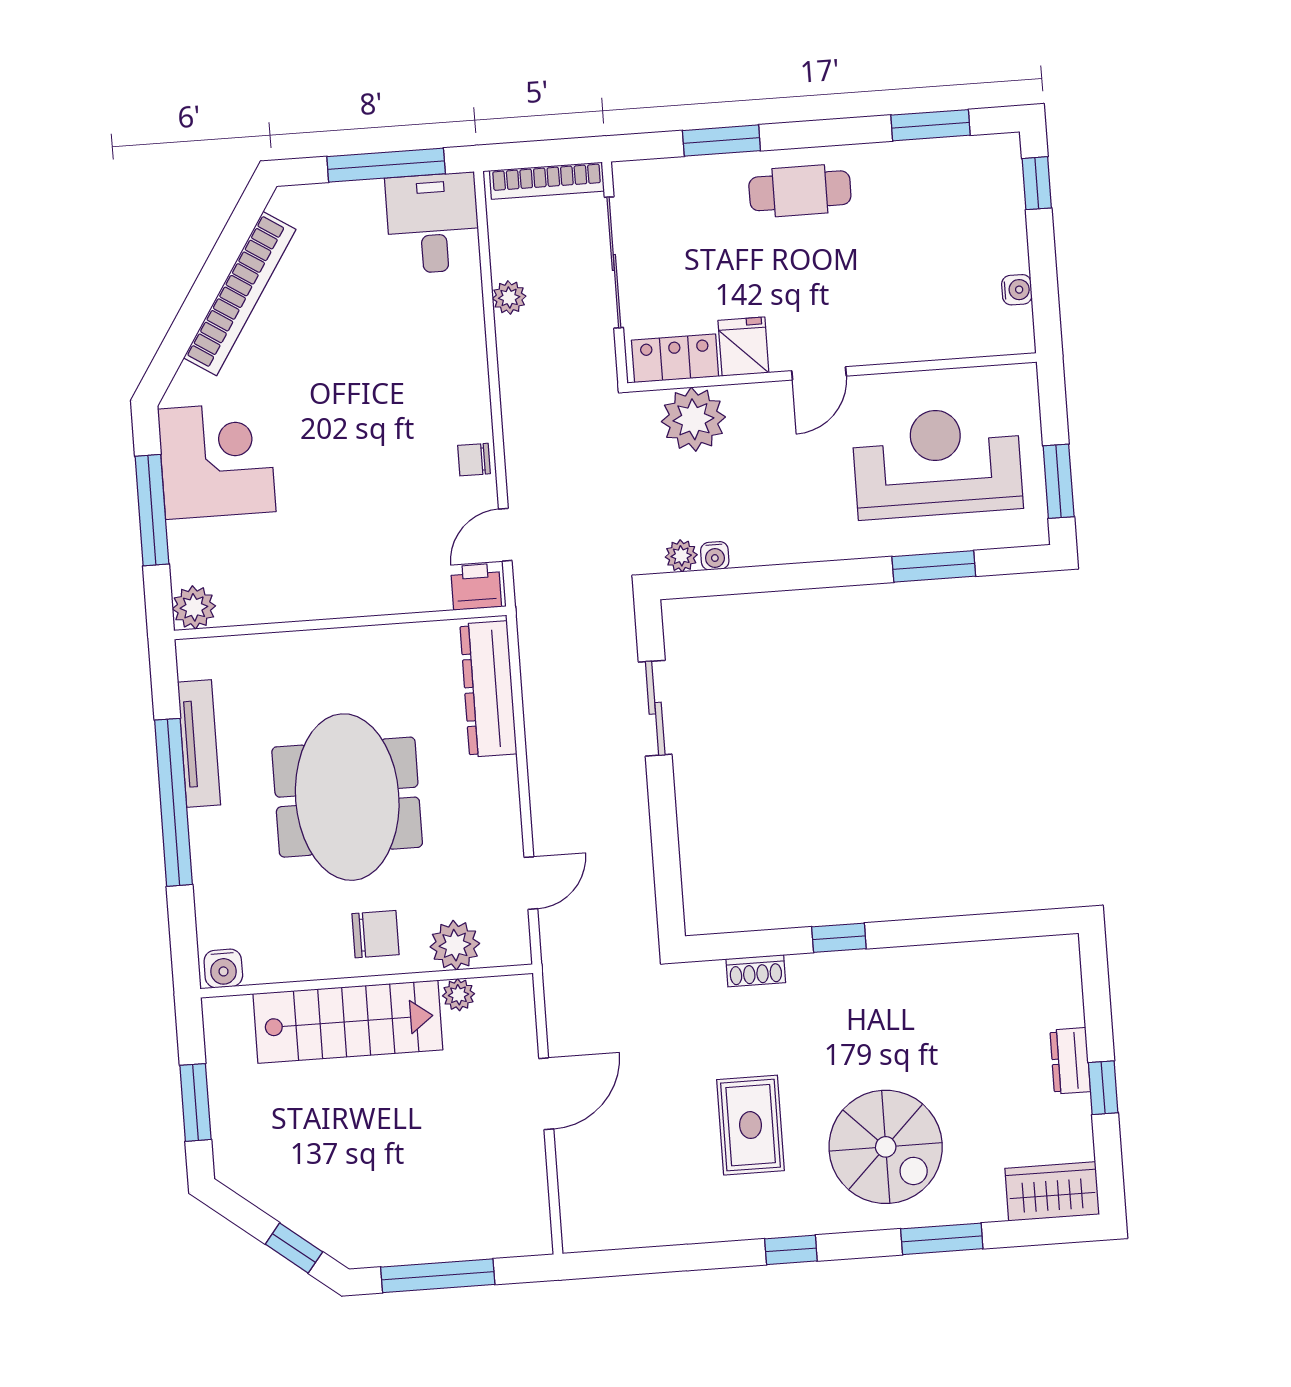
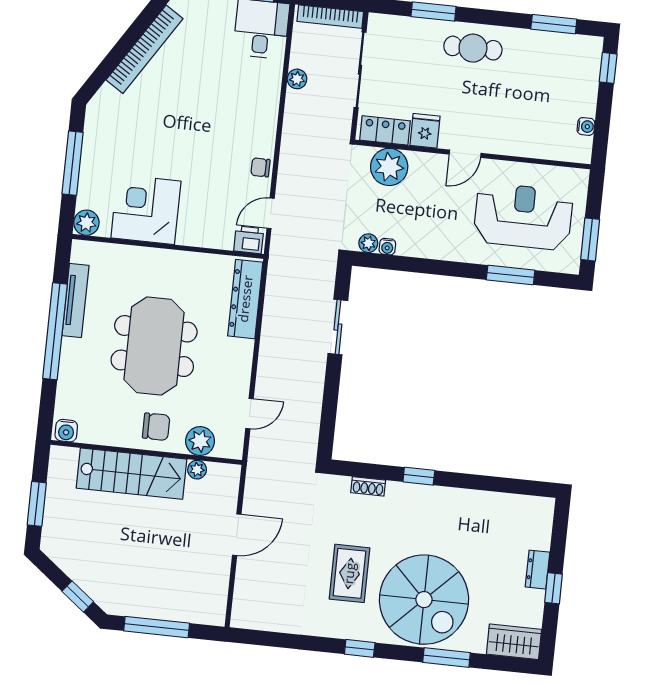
corner desk: (217, 460) -> (146, 209), moved, turned -90
spiral stairs: (886, 1147) -> (424, 600), width x1.37, depth x1.37

